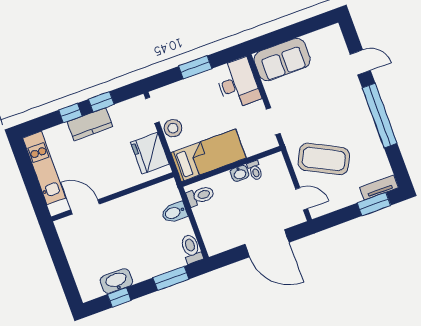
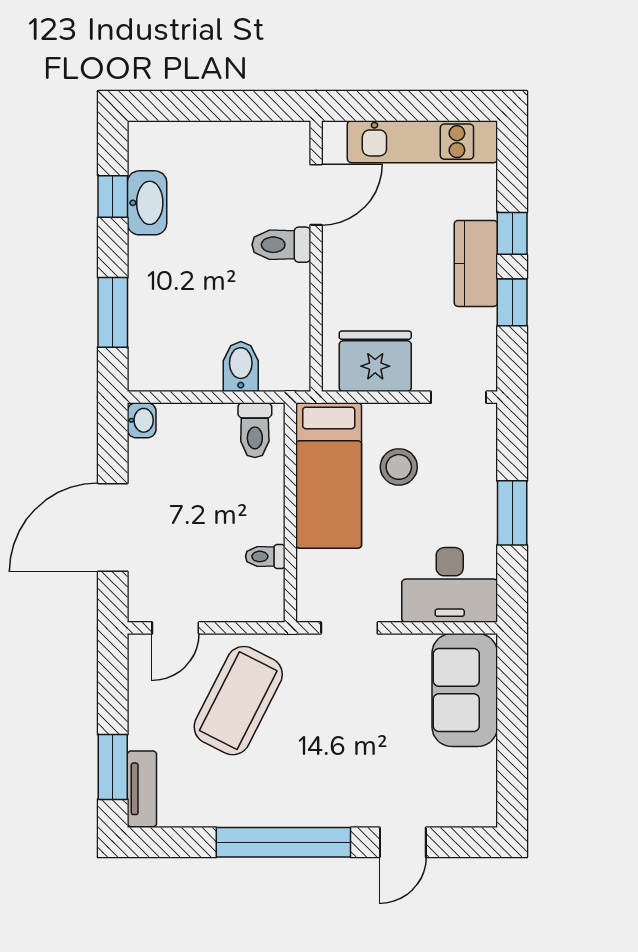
stool: (173, 128) -> (399, 467), moved
washbasin: (240, 173) -> (142, 420), moved, turned 180
toilet: (191, 249) -> (281, 245), moved, turned 180

